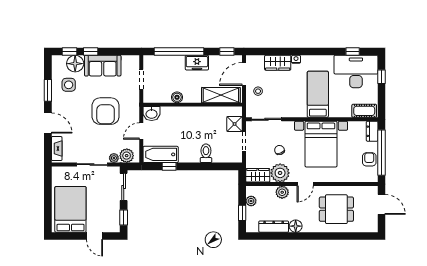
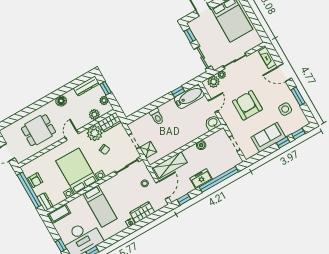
floor lamp: (75, 64) -> (289, 127), removed
plant: (282, 192) -> (94, 115), moved
dresser: (274, 227) -> (86, 86), moved

